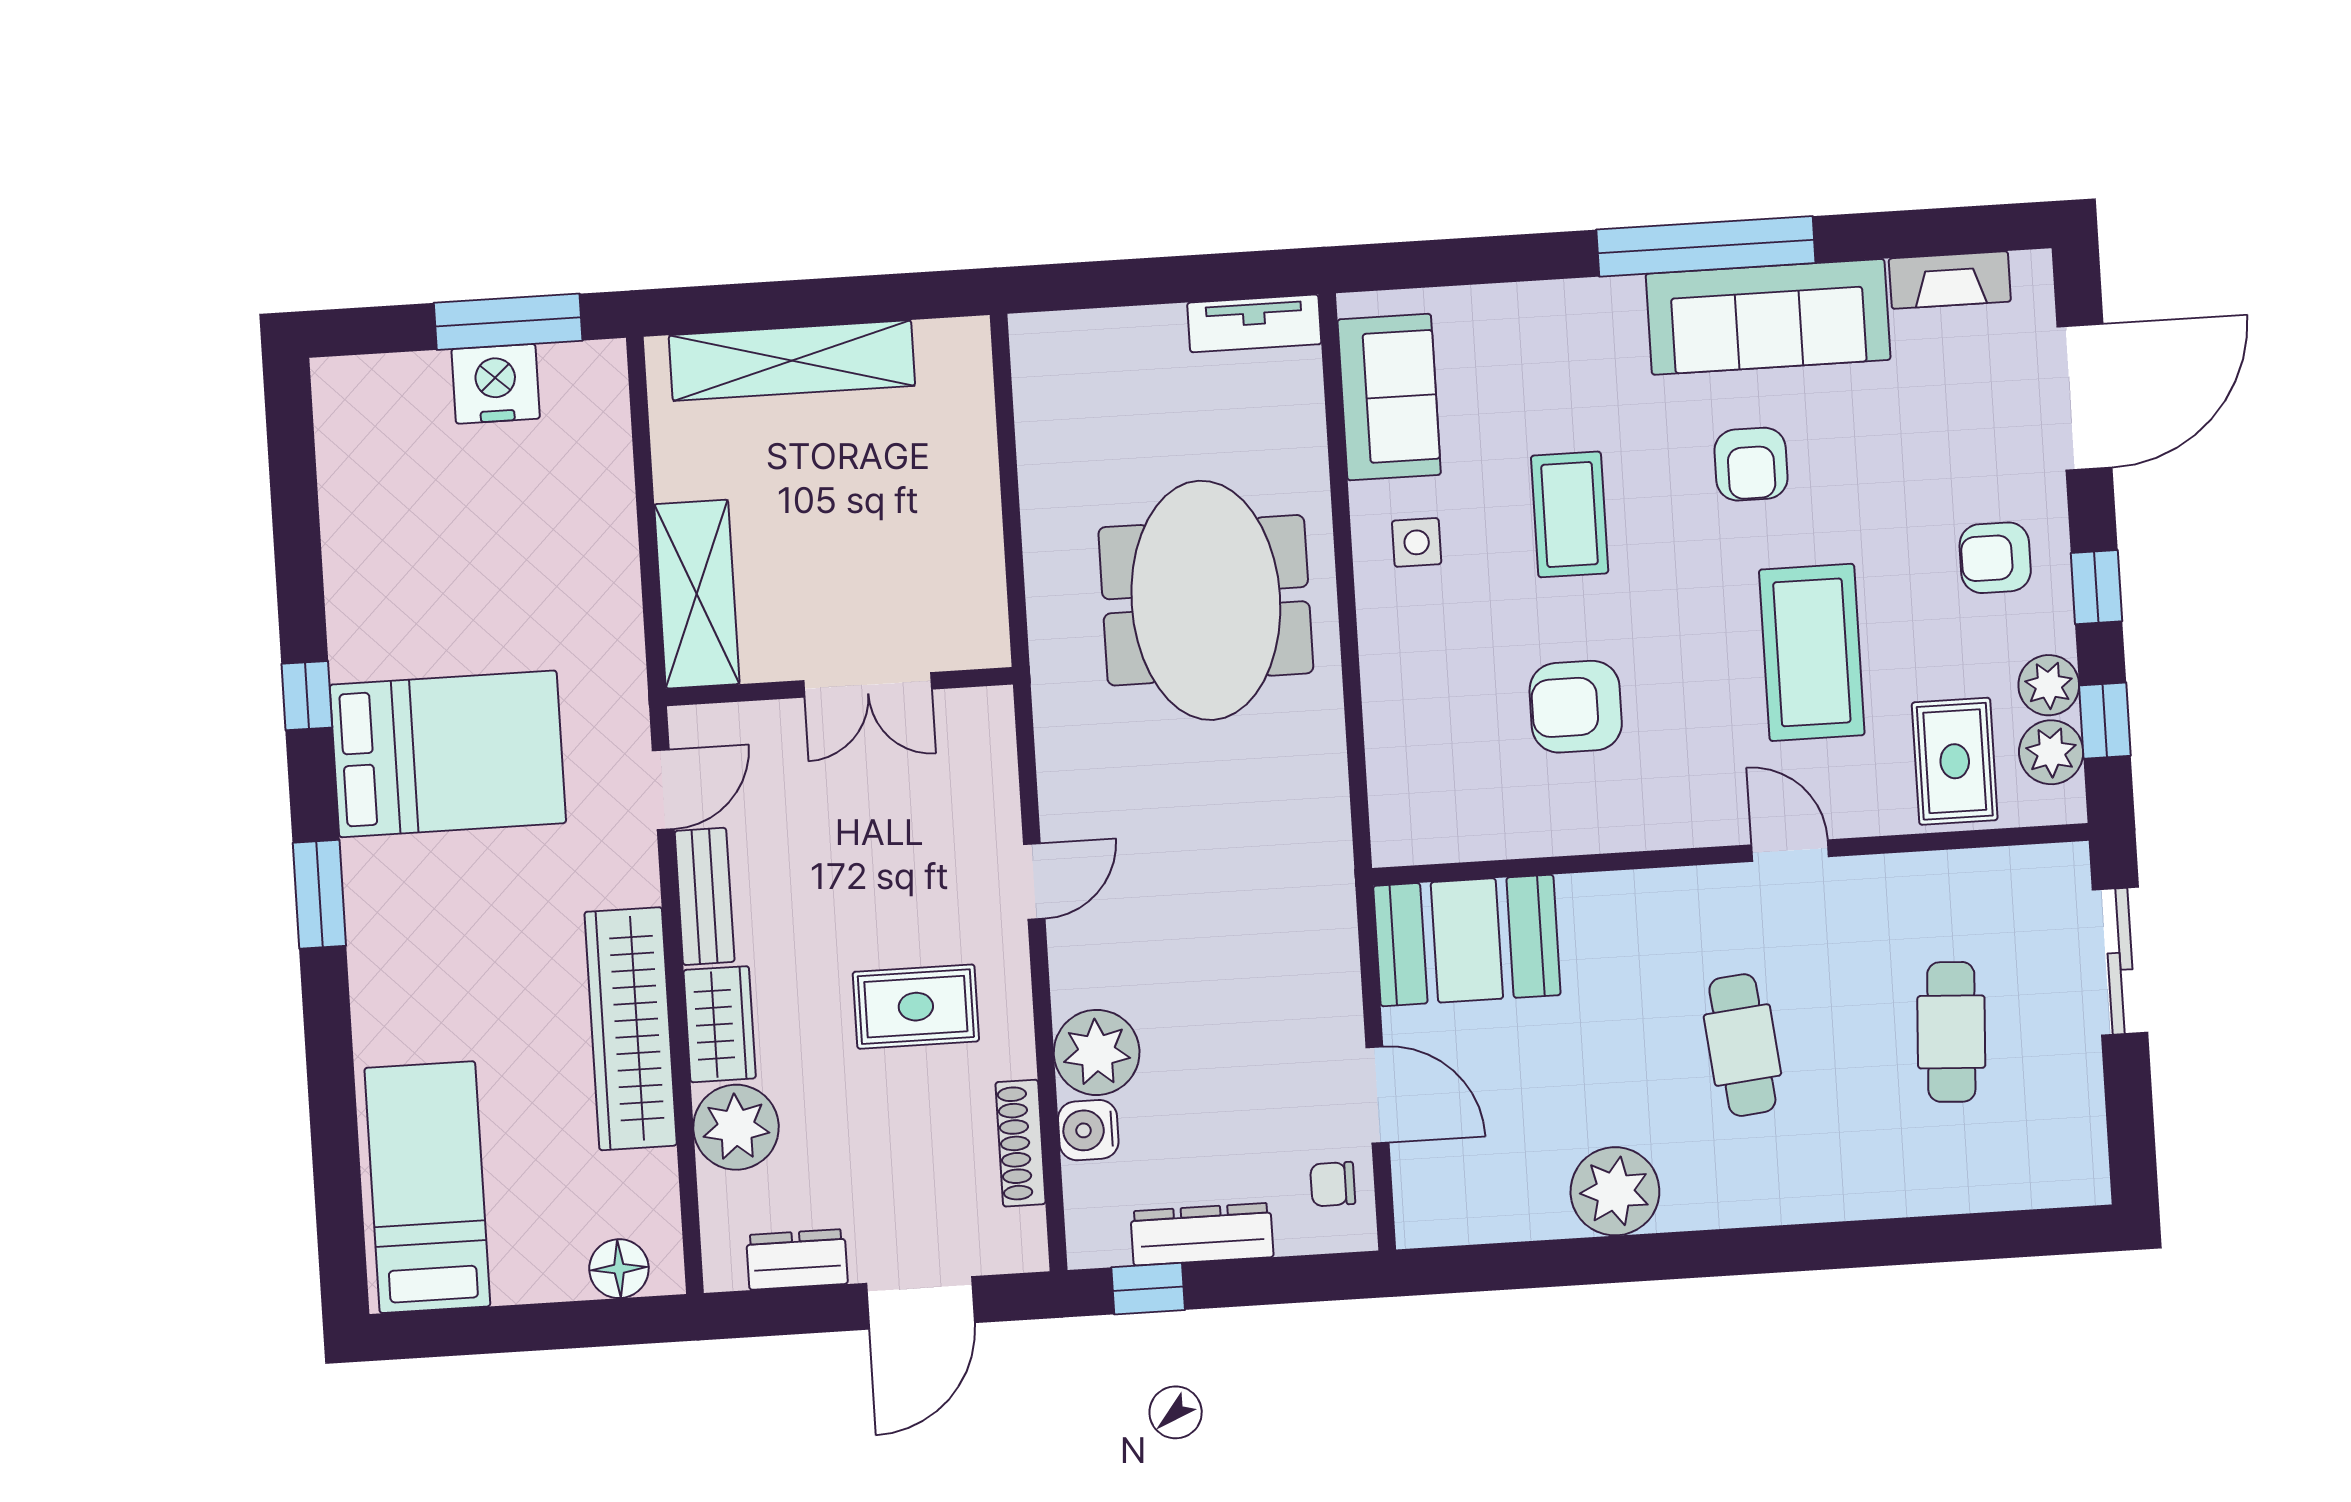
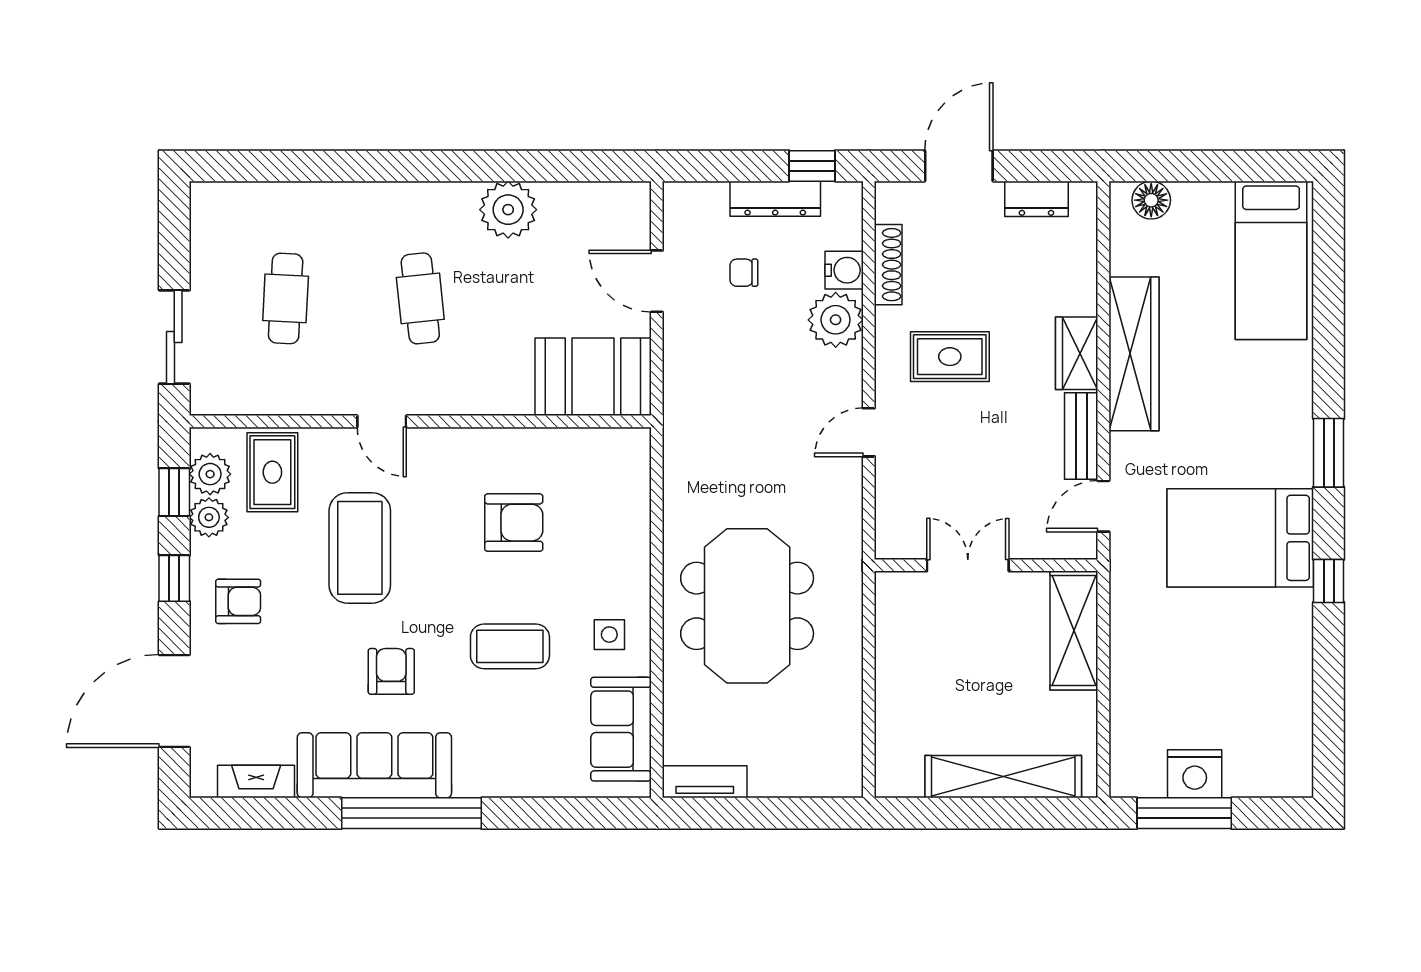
coffee table: (1570, 514) -> (510, 646), turned 90
plant: (736, 1127) -> (1070, 286), removed
chair: (1333, 1184) -> (744, 273), moved, turned 180

